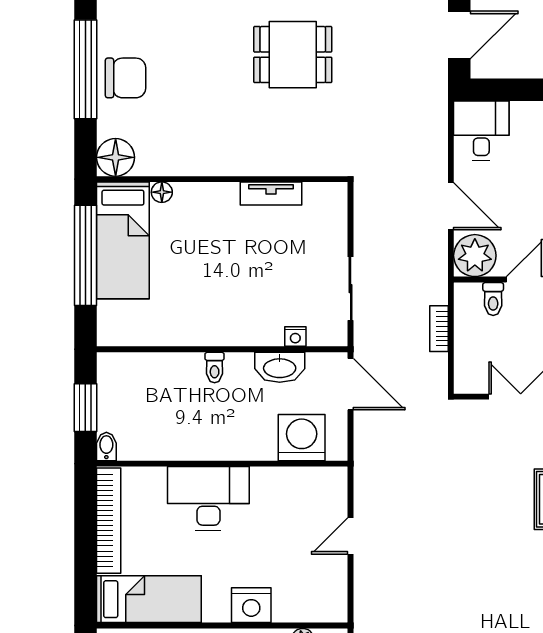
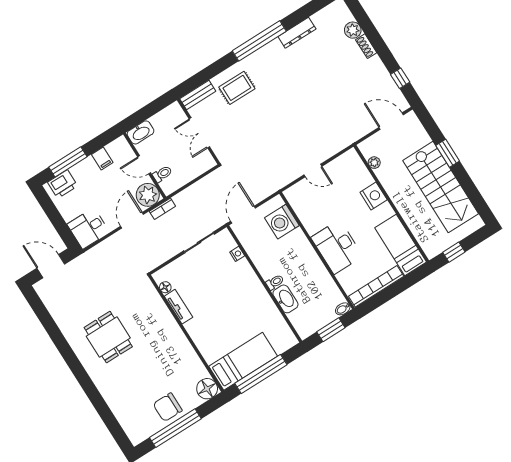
chair: (126, 78) -> (168, 407), turned -90
floor lamp: (162, 192) -> (165, 287), moved
bookcase: (439, 329) -> (162, 209), moved
washbasin: (280, 367) -> (285, 299), moved

